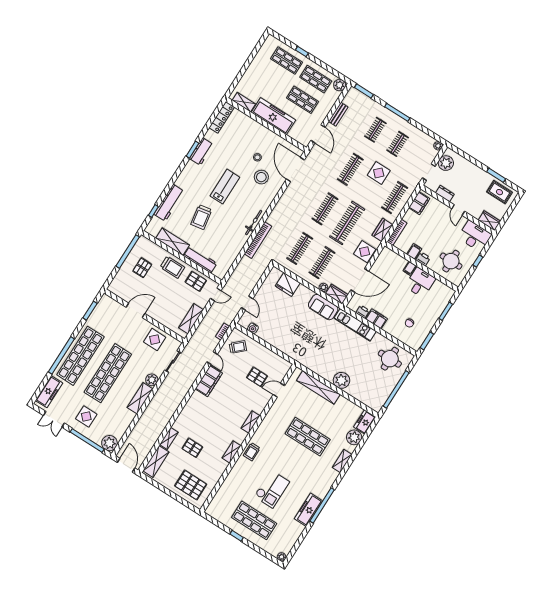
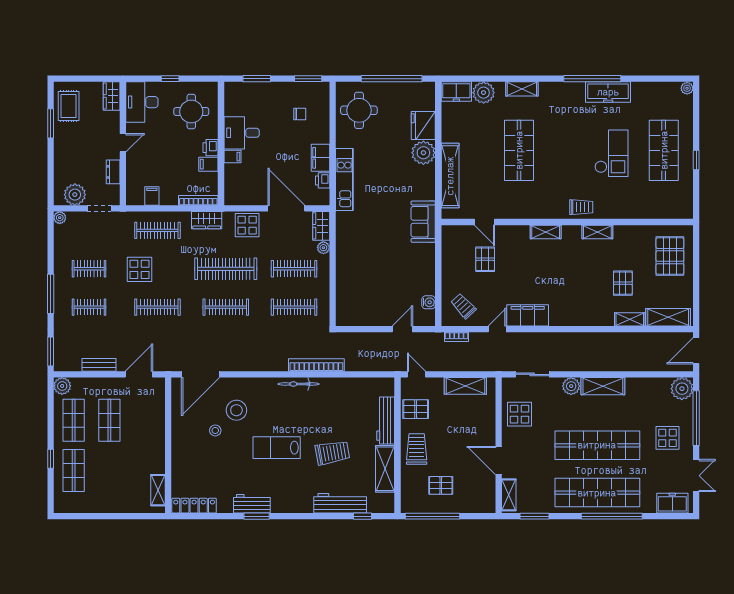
freezer: (273, 116) -> (152, 443), removed
filing cabinet: (419, 203) -> (152, 196), width x0.50
pallet: (196, 281) -> (416, 409), turned 90
fridge: (288, 284) -> (423, 126), moved, turned 180
shelving: (112, 304) -> (509, 495), added
sofa: (323, 307) -> (423, 222), moved, turned 180
freezer: (49, 392) -> (672, 503), width x0.71
checkout: (272, 489) -> (611, 153), turned 90

